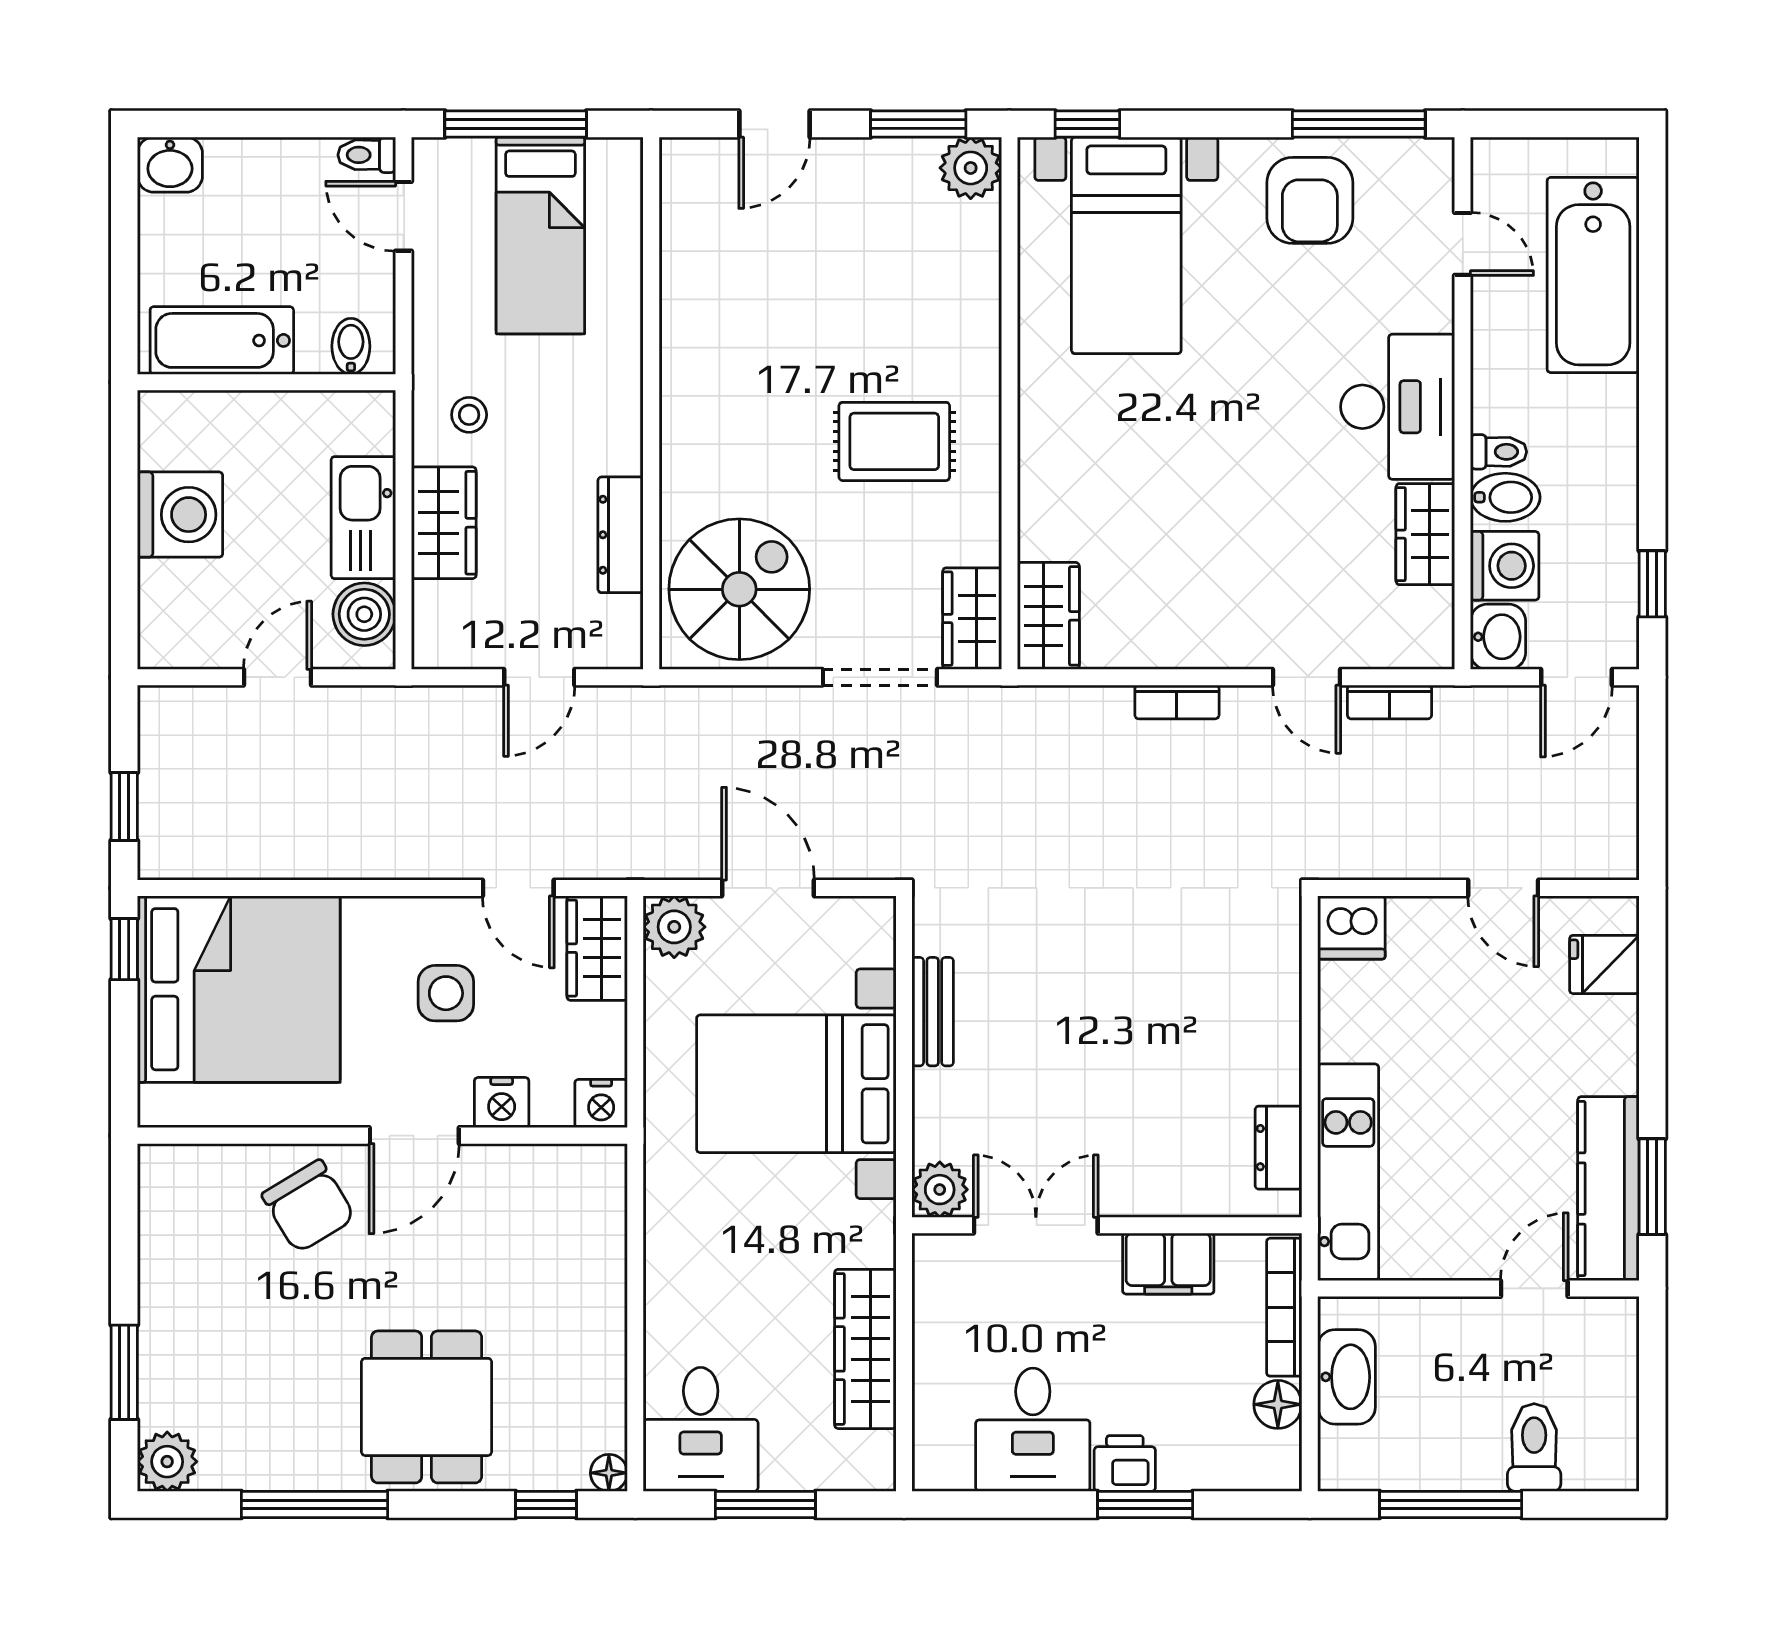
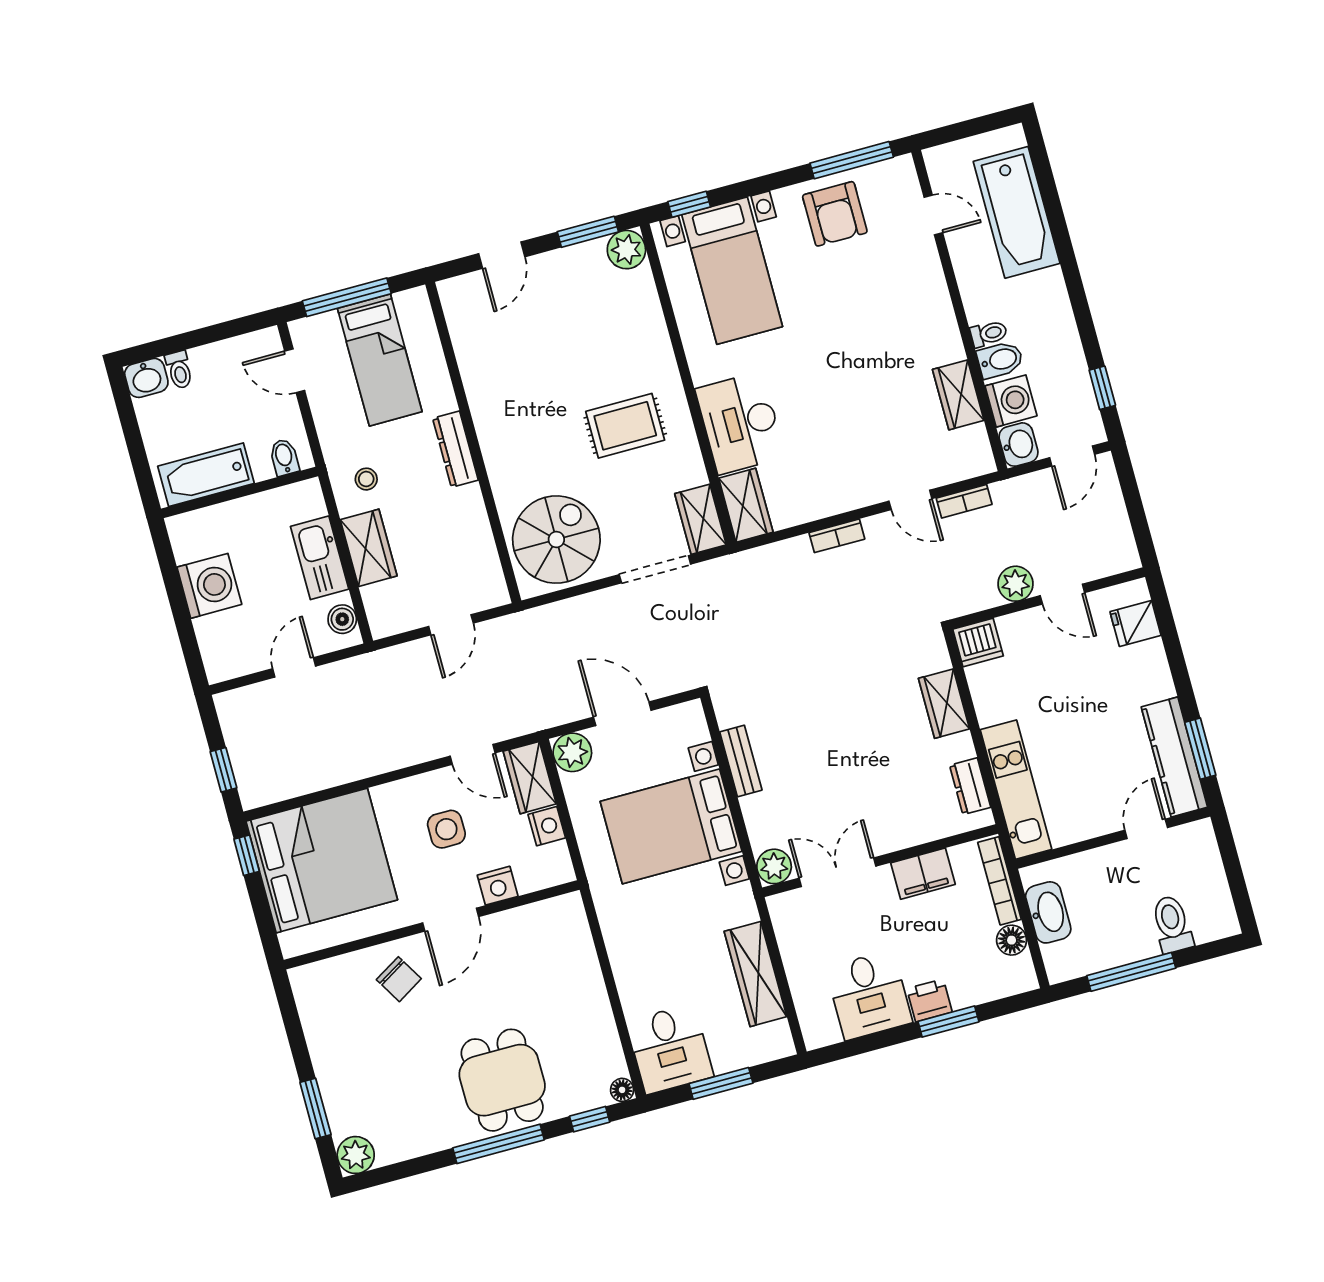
toilet: (367, 155) -> (179, 370), moved, turned -90
desk: (1398, 407) -> (740, 423), moved, turned 180
dresser: (621, 535) -> (456, 449), moved
boiler: (364, 614) -> (342, 619), width x0.73, depth x0.73
plant: (1435, 852) -> (1016, 584), added
wardrobe: (1273, 1008) -> (944, 704), added
nightstand: (601, 1104) -> (547, 826), moved, turned -90
chair: (309, 1206) -> (399, 979), width x0.73, depth x0.73
window: (315, 1504) -> (499, 1144), moved

